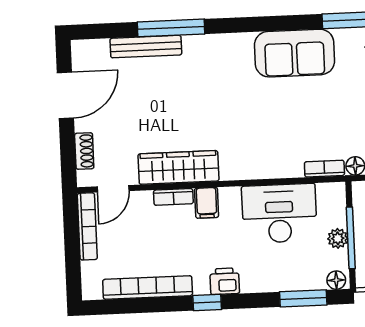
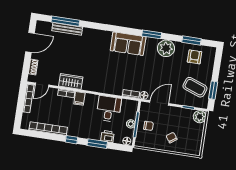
window: (171, 28) -> (65, 21), moved
wardrobe: (178, 167) -> (71, 82), width x0.67
desk: (279, 213) -> (109, 109), width x0.73
printer: (225, 281) -> (107, 136), moved
window: (303, 298) -> (97, 144), moved

